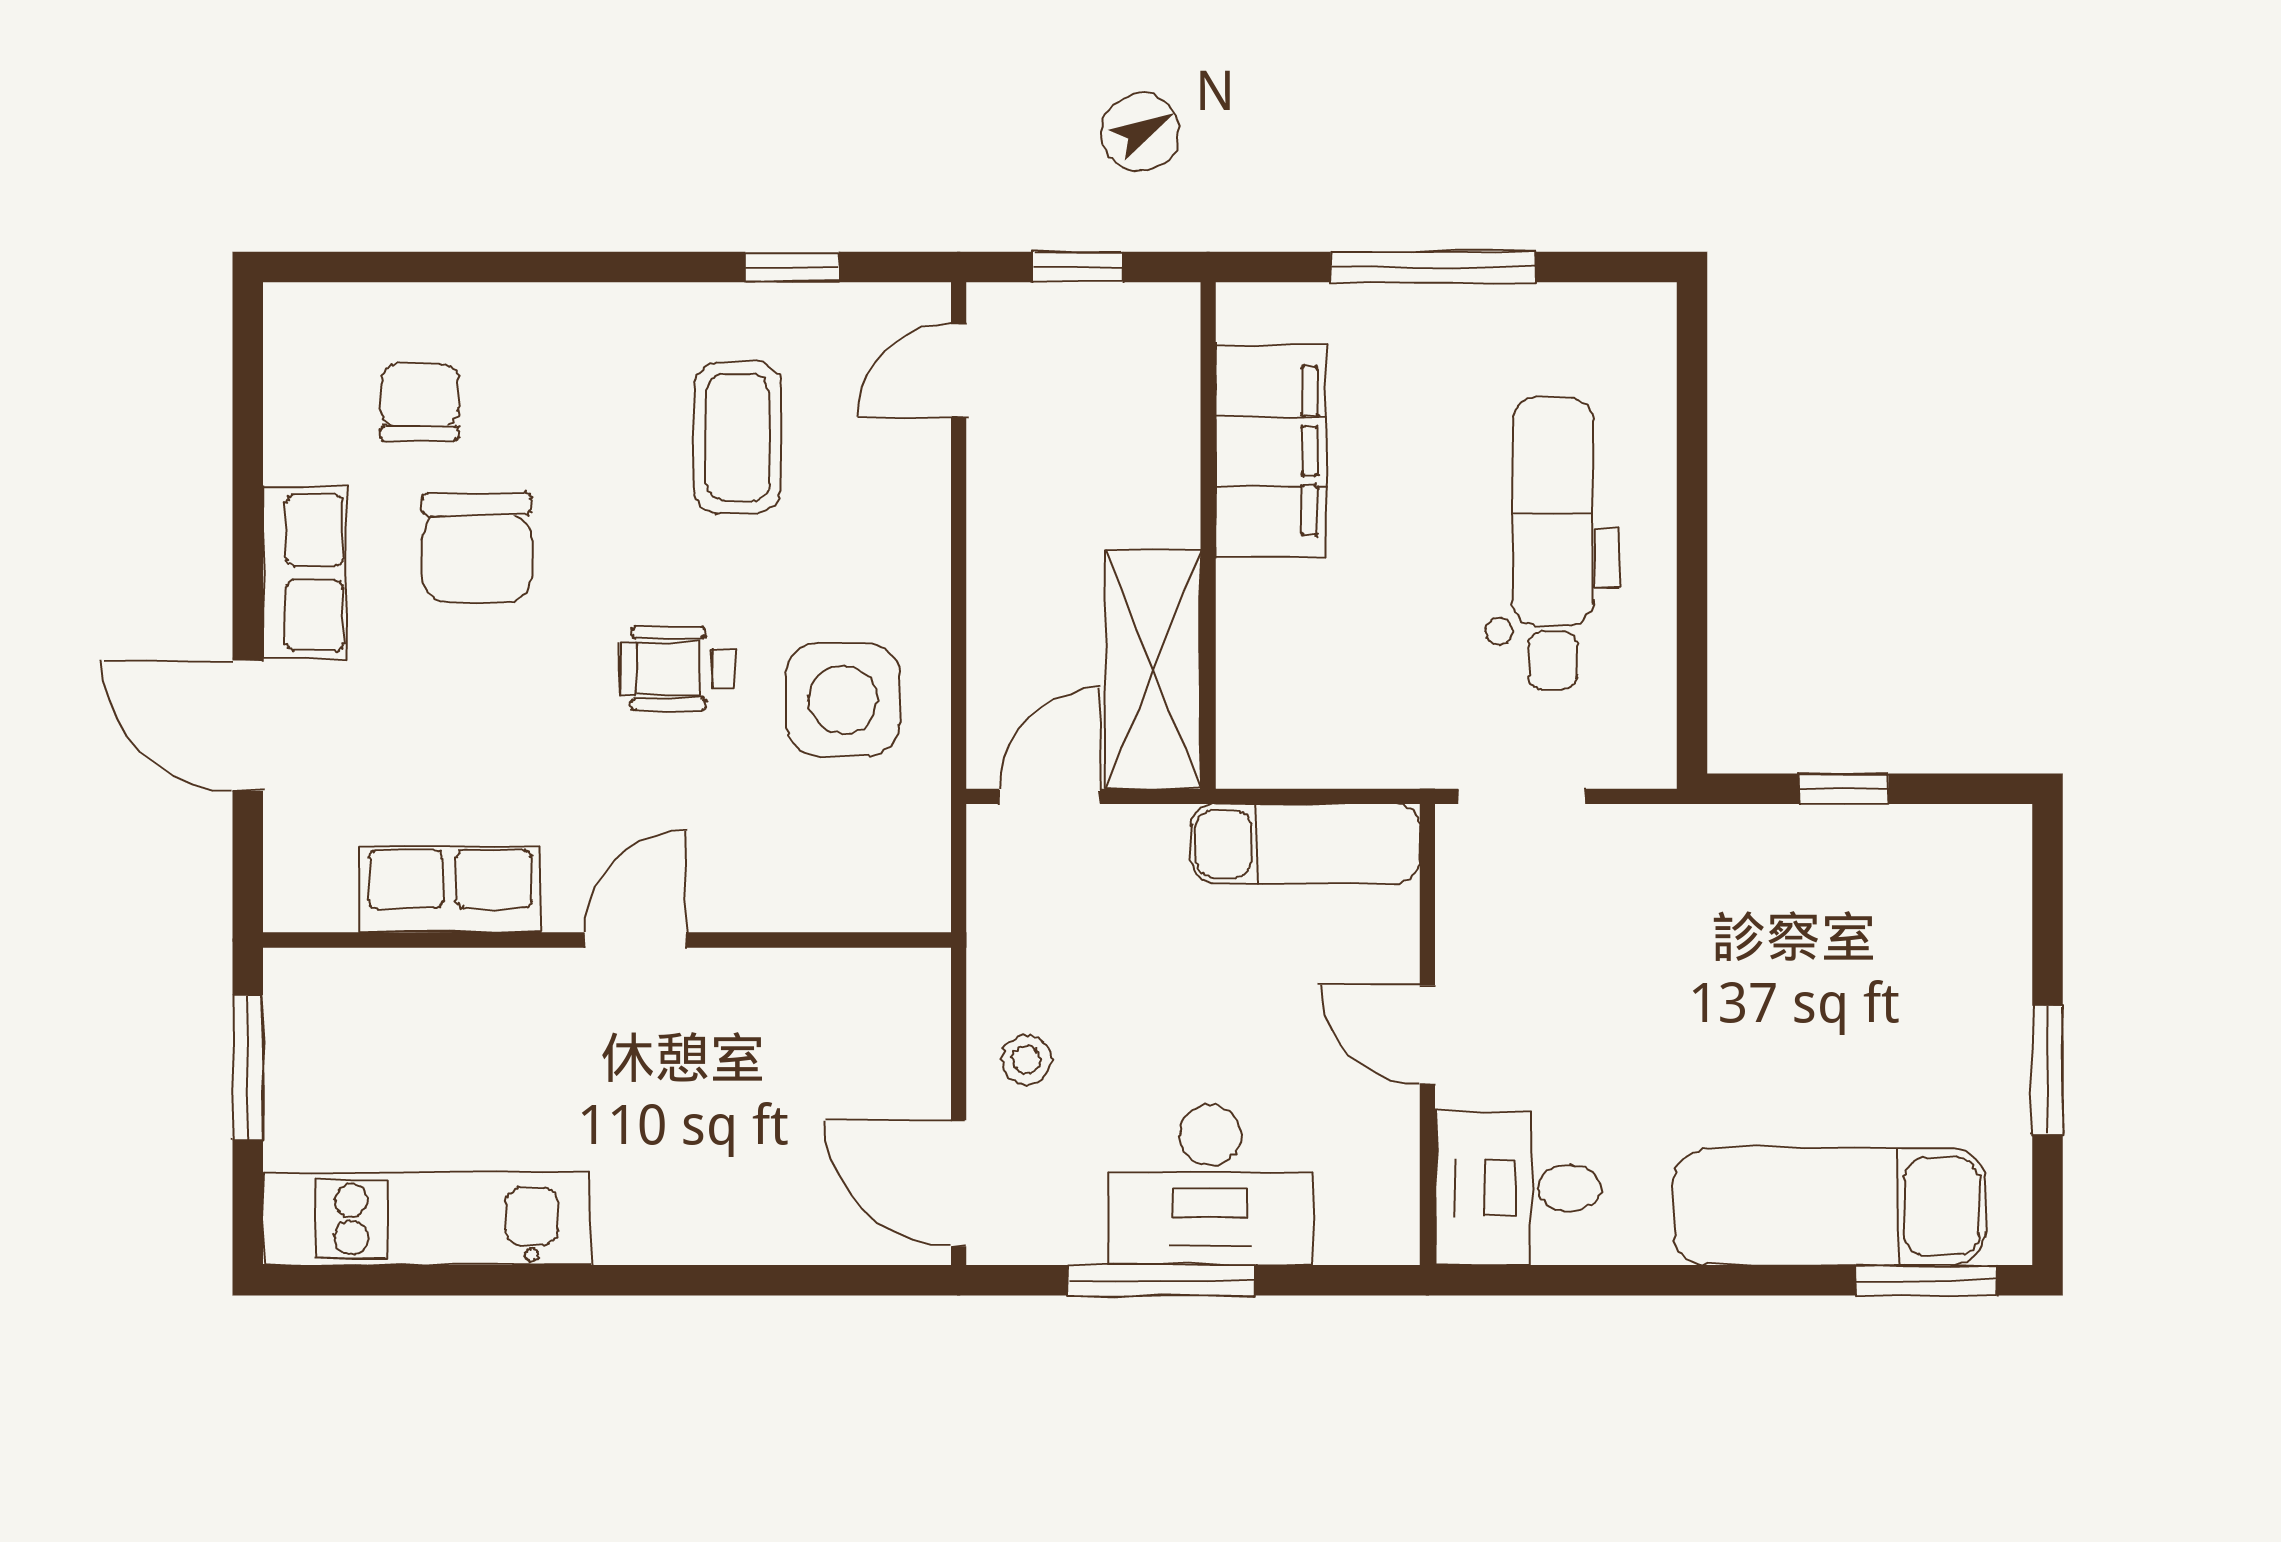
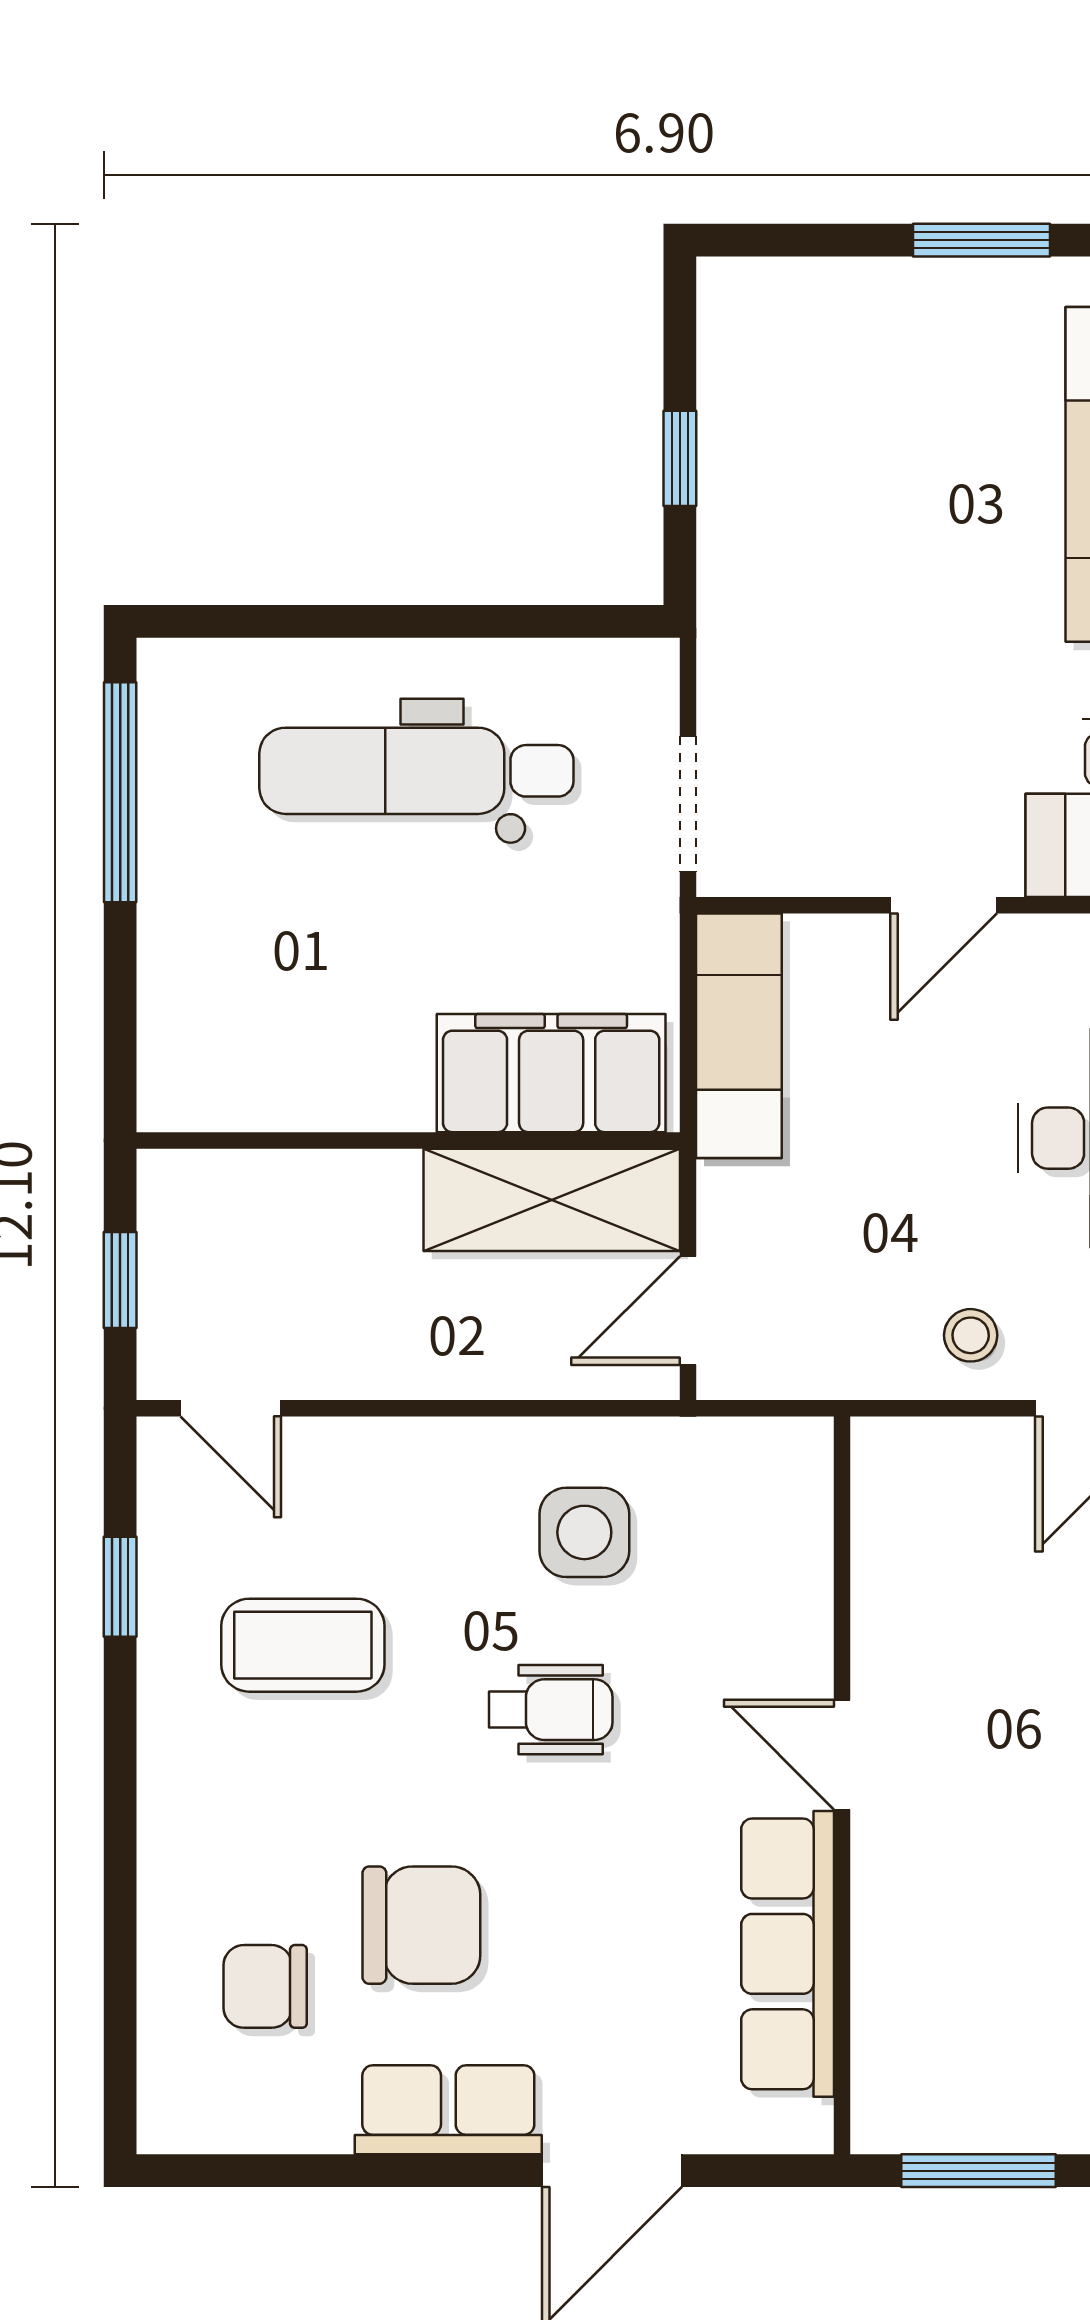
window: (1433, 267) -> (120, 792), moved
filing cabinet: (1271, 451) -> (551, 1073), moved
wheelchair: (678, 668) -> (551, 1710), turned -90
side table: (843, 700) -> (584, 1532), width x0.73, depth x0.73
door: (1049, 796) -> (688, 1311), hinge flipped
row of seats: (450, 889) -> (788, 1954), width x1.48

